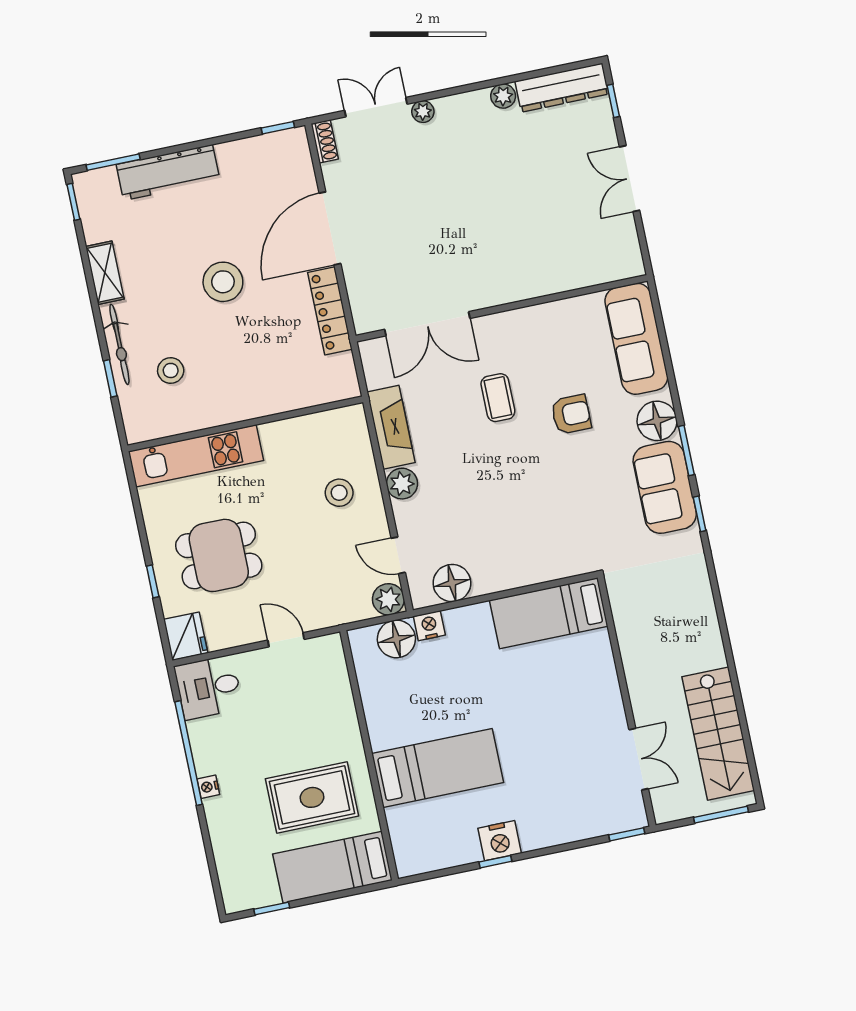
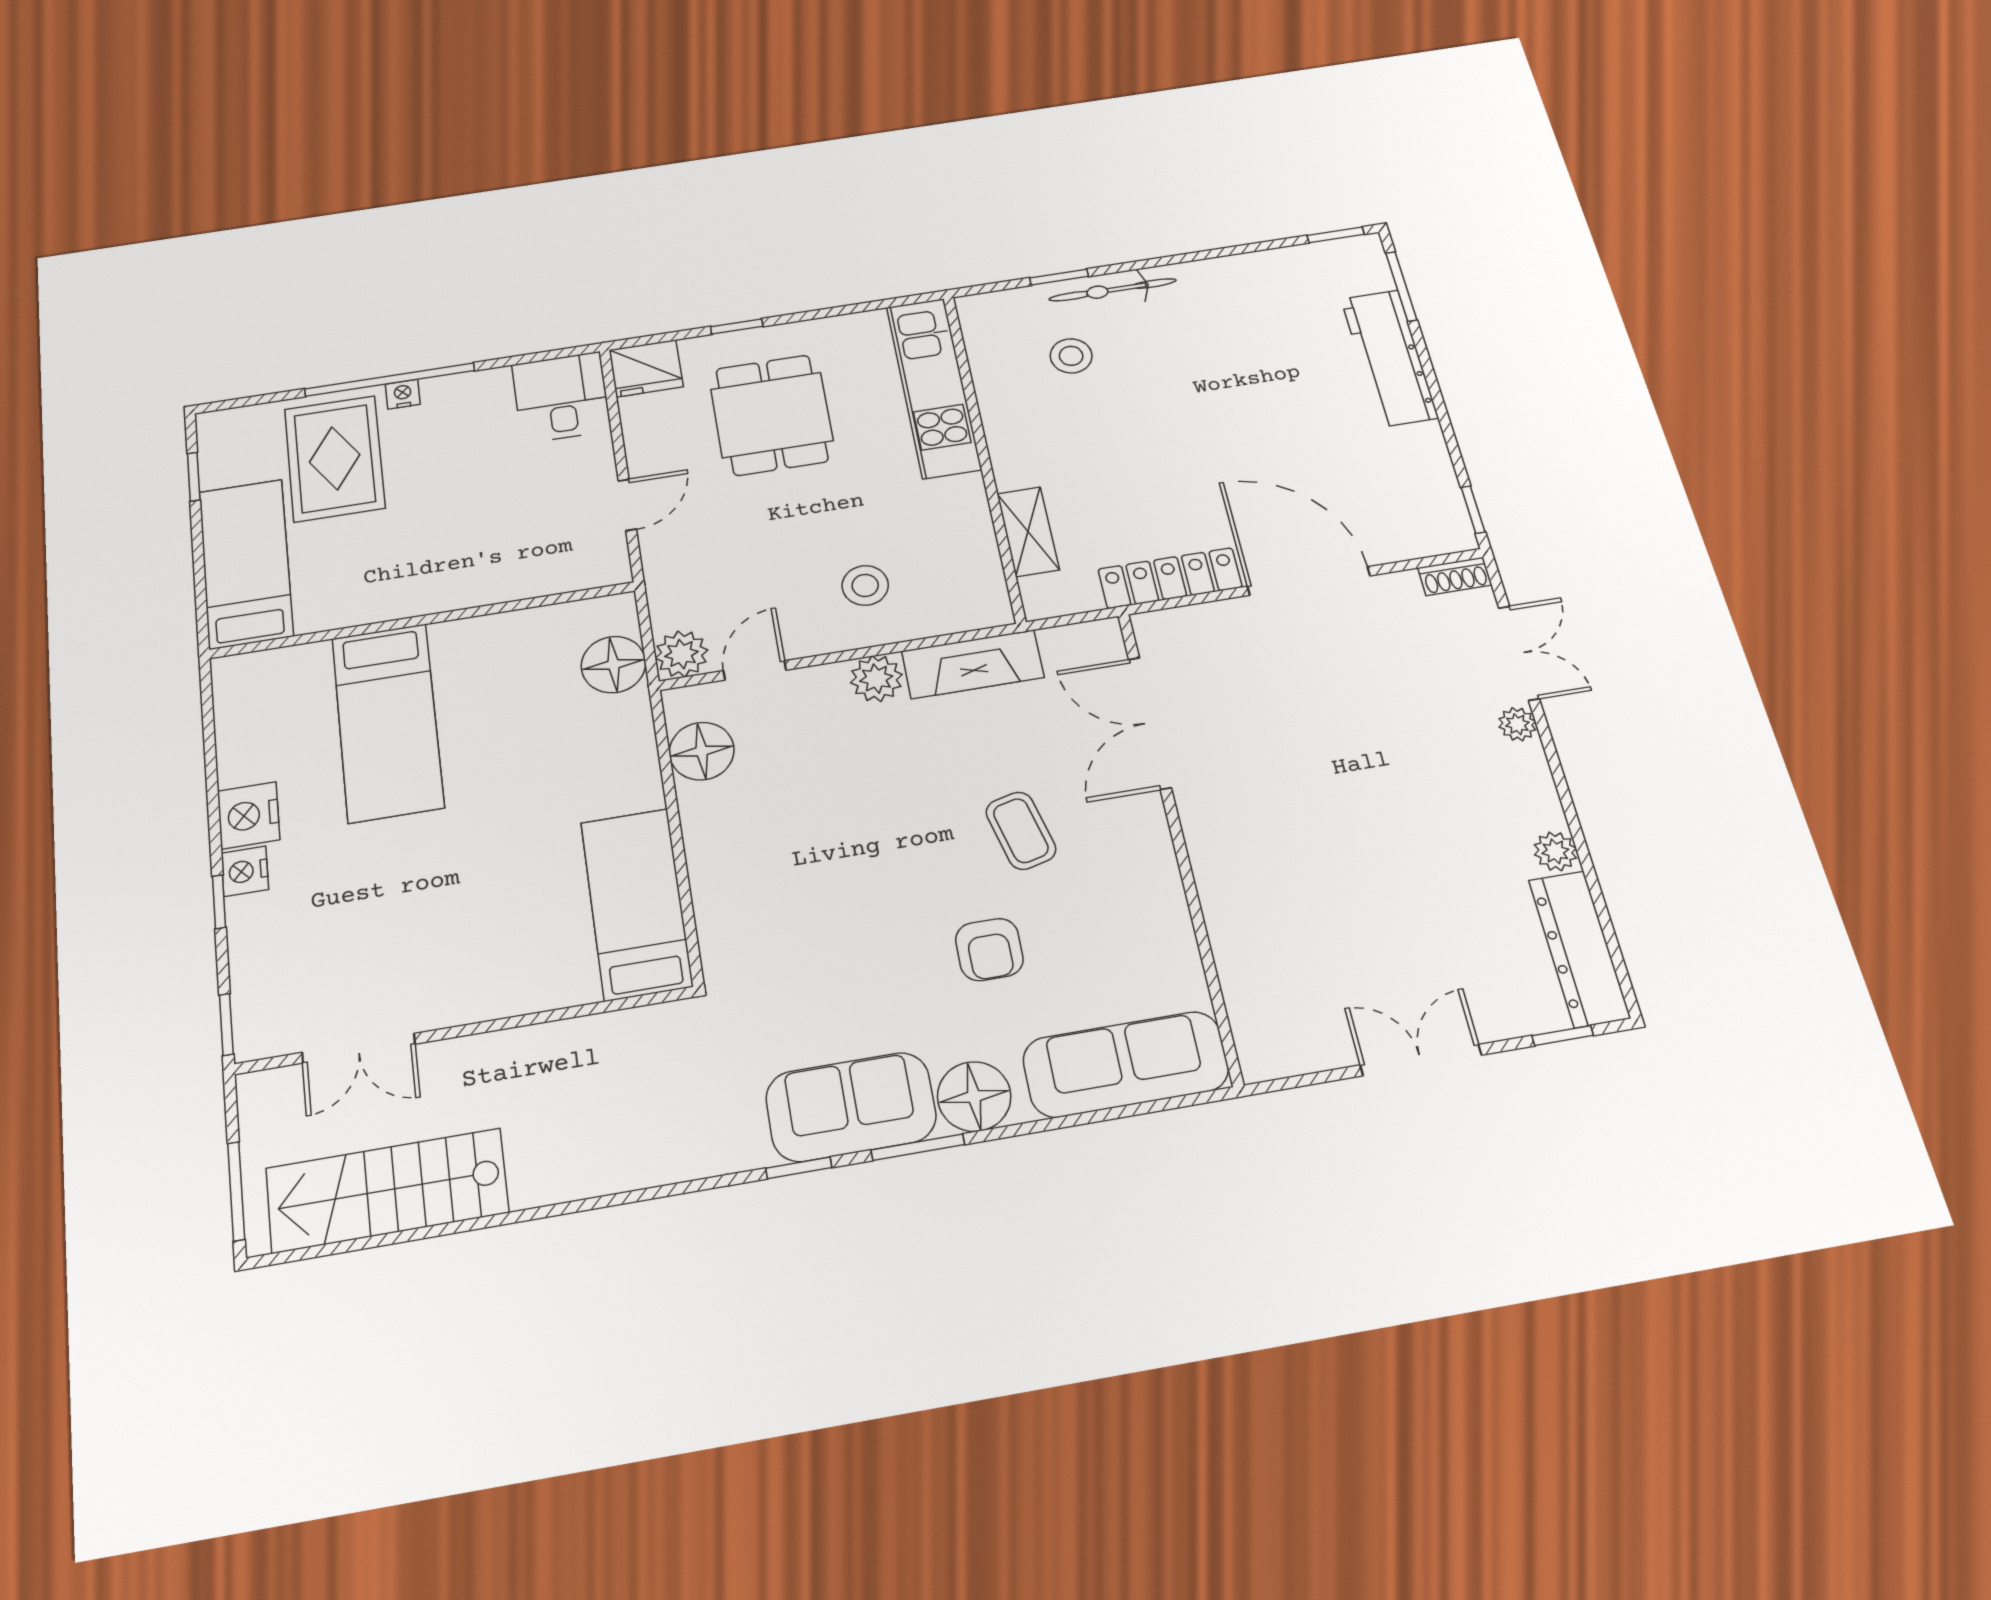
shelving: (105, 273) -> (1028, 532), moved, turned 90
stool: (223, 282) -> (1215, 429), removed
coffee table: (498, 398) -> (1021, 831), turned 76
nightstand: (429, 626) -> (245, 871), moved, turned 180
window: (189, 753) -> (390, 380), moved
rug: (312, 797) -> (335, 458), moved
window: (495, 862) -> (219, 902), moved

